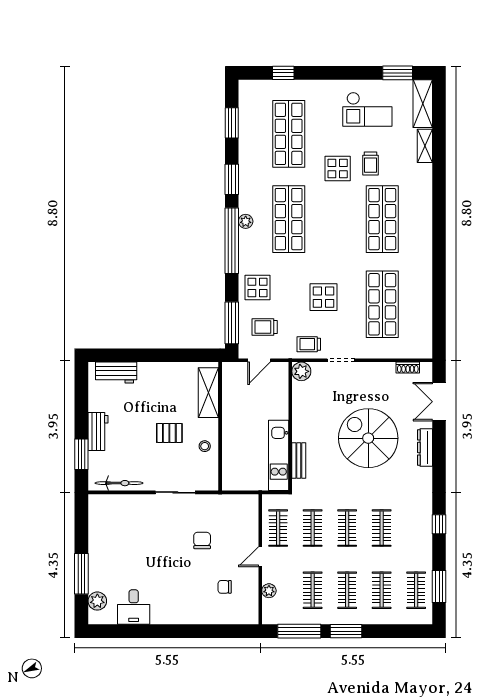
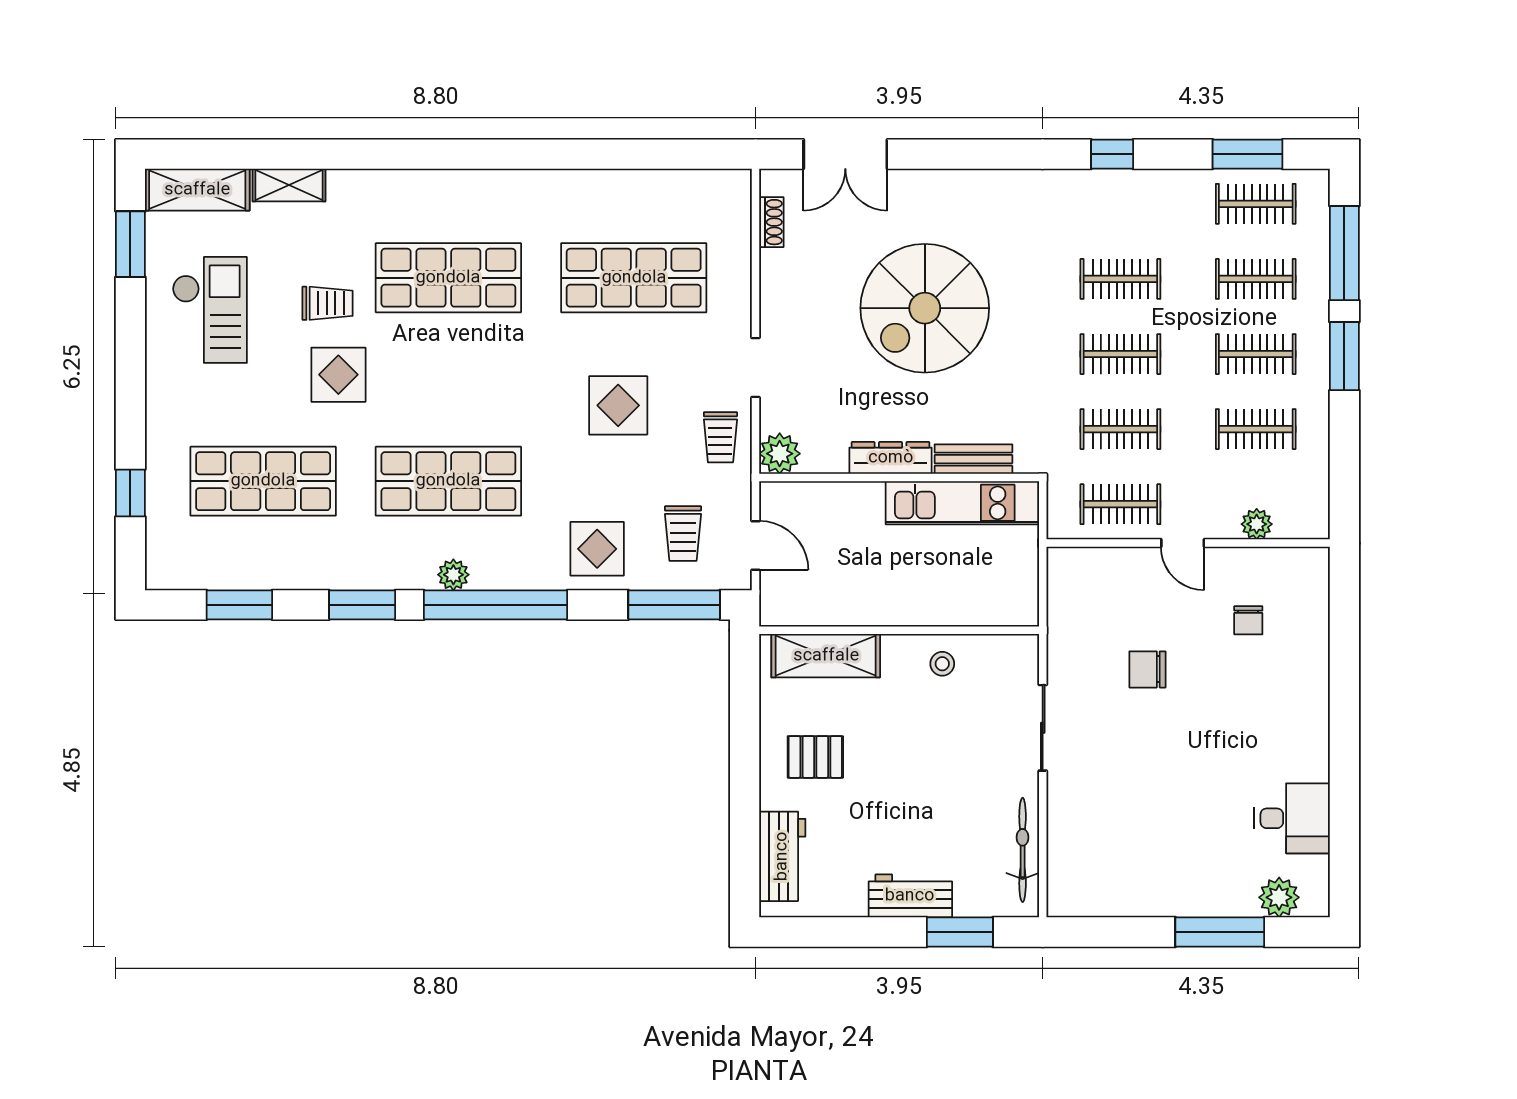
pallet: (169, 433) -> (815, 757), moved, turned 90
dresser: (425, 447) -> (891, 458), moved, turned 180
window: (299, 631) -> (1344, 253), moved

